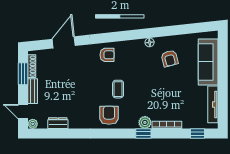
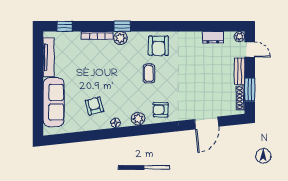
plant: (128, 46) -> (138, 119), added

